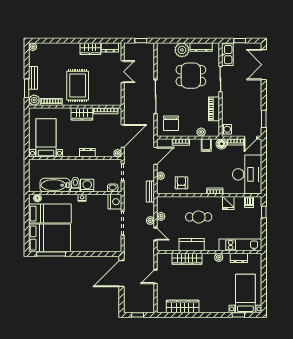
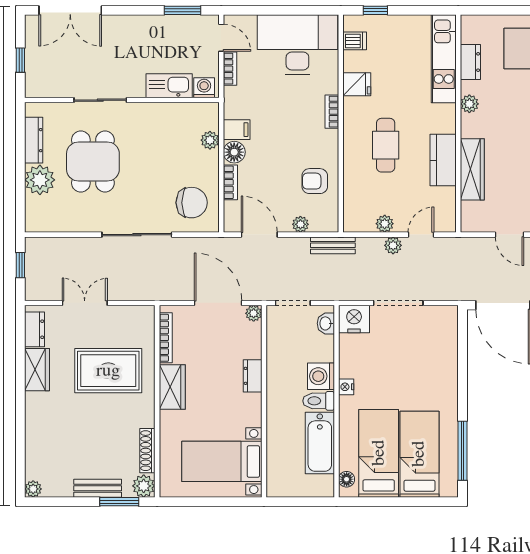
kitchen sink: (227, 55) -> (169, 86), moved
rug: (78, 86) -> (108, 371), moved
piano: (214, 109) -> (162, 113), removed
floor lamp: (221, 144) -> (234, 152), moved
bed: (50, 238) -> (419, 454), width x0.67

